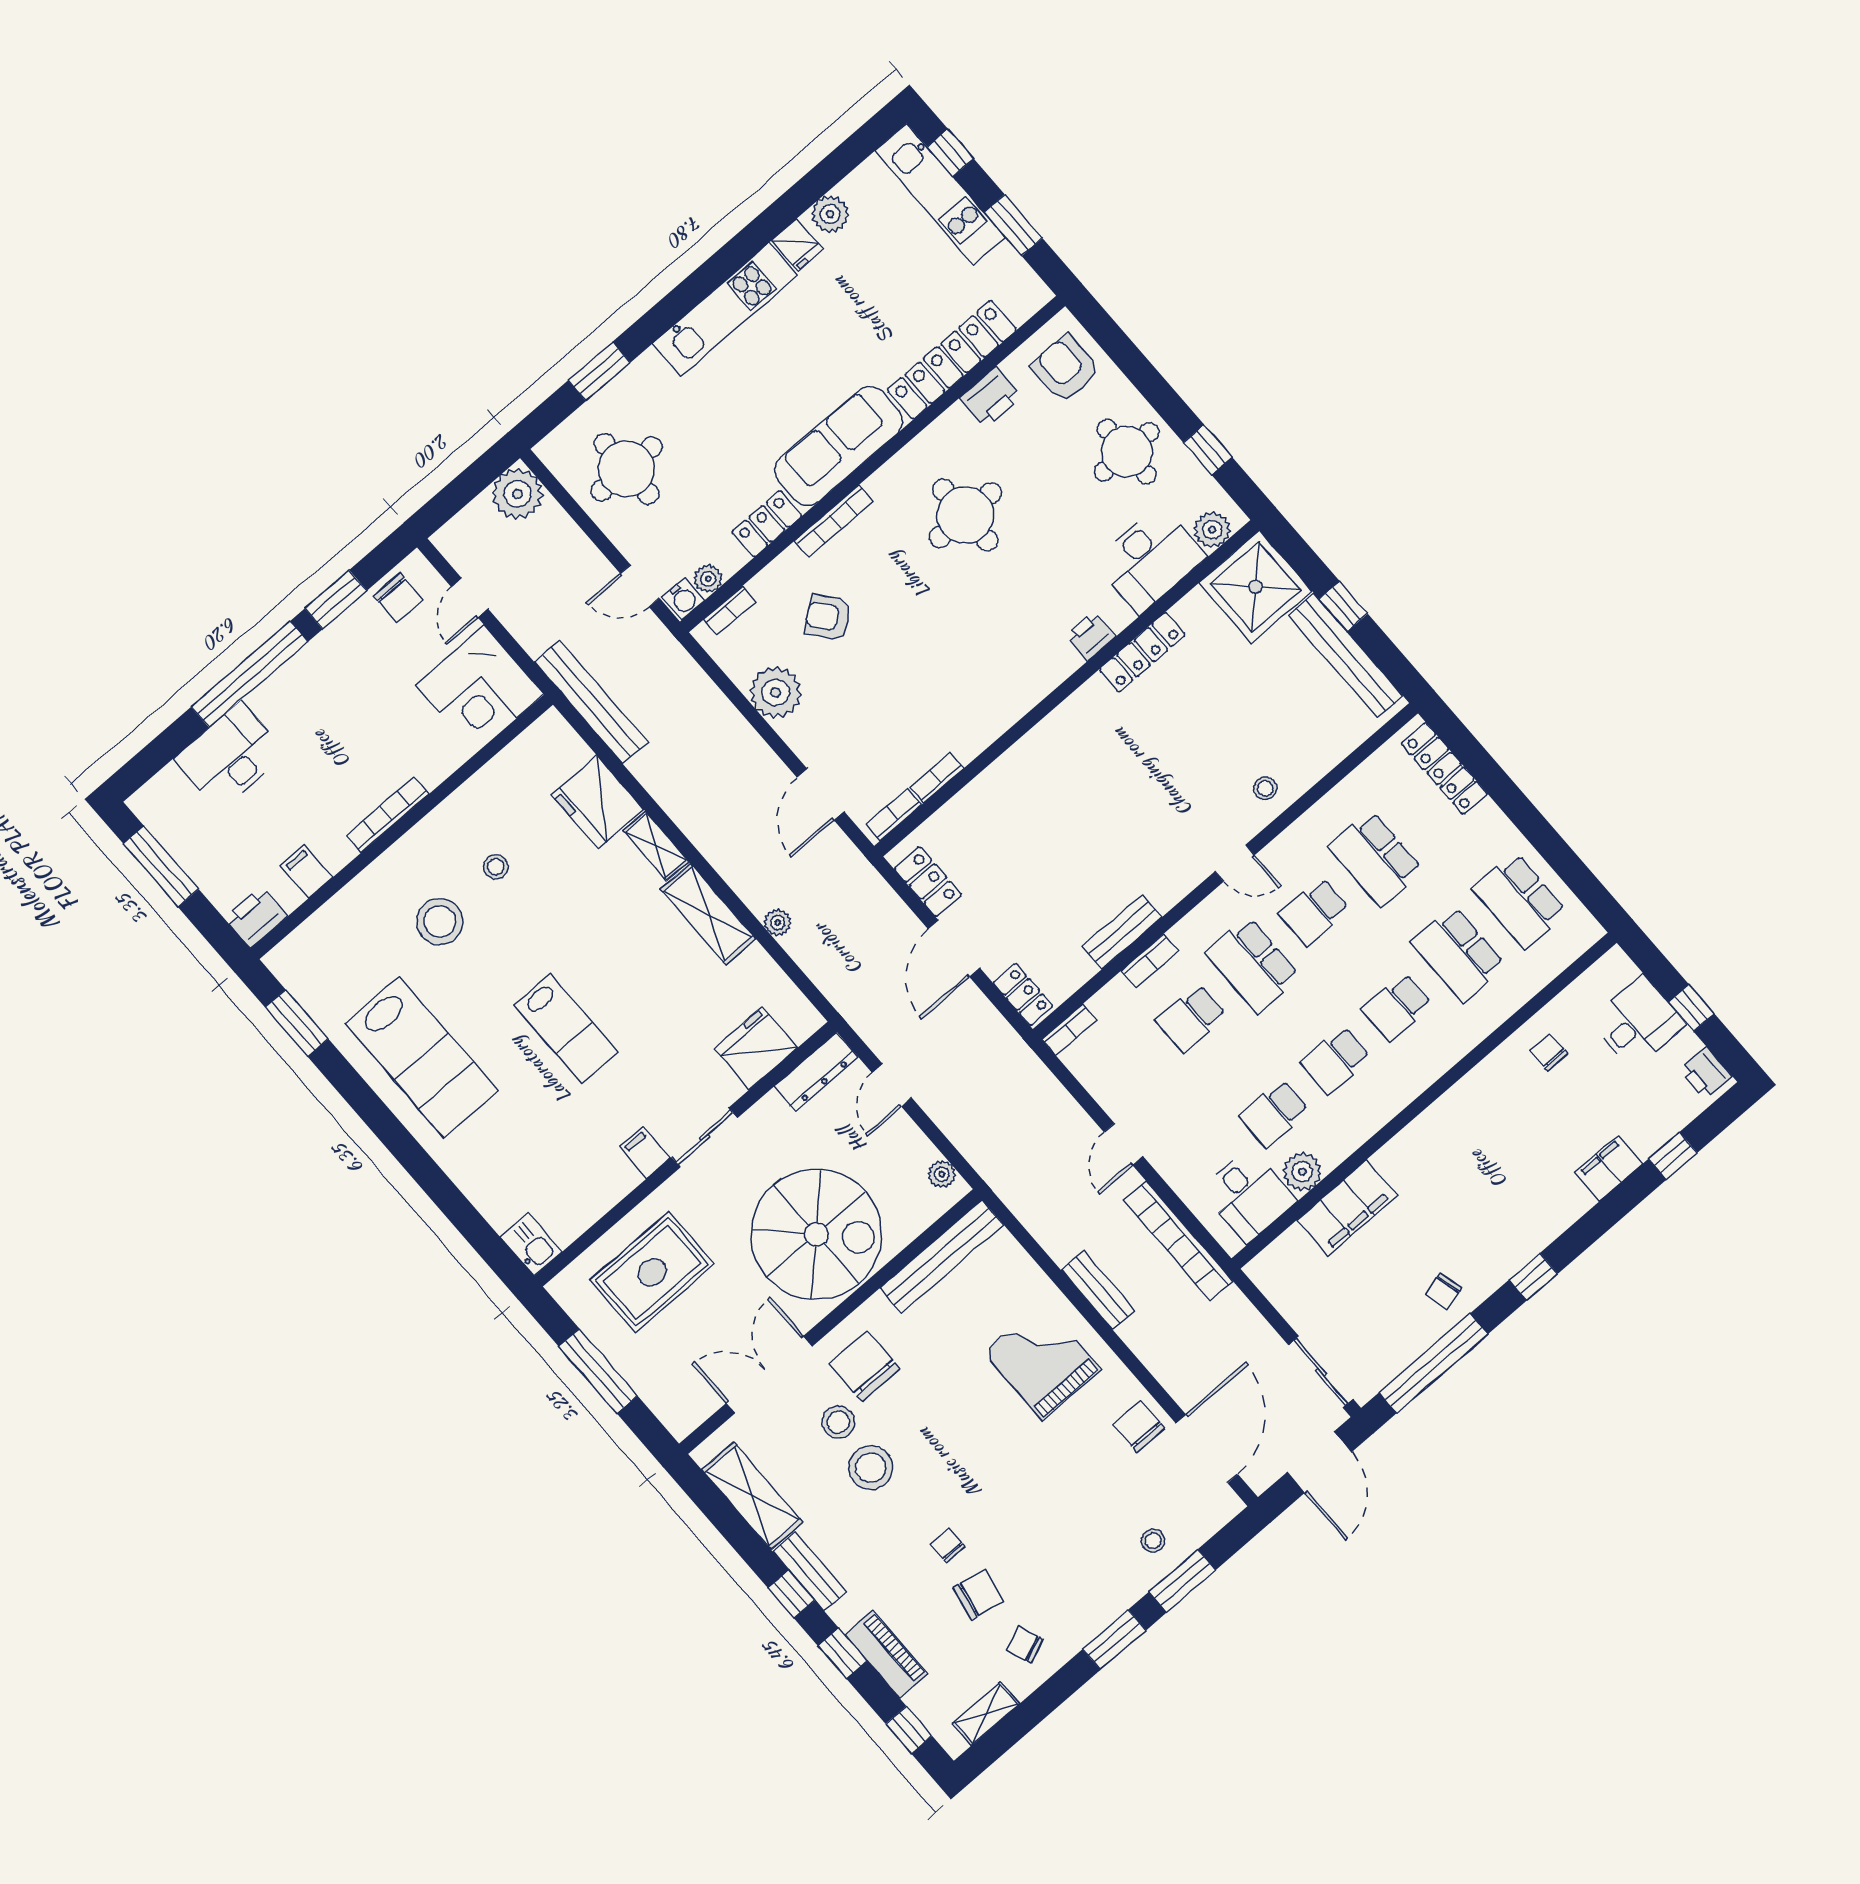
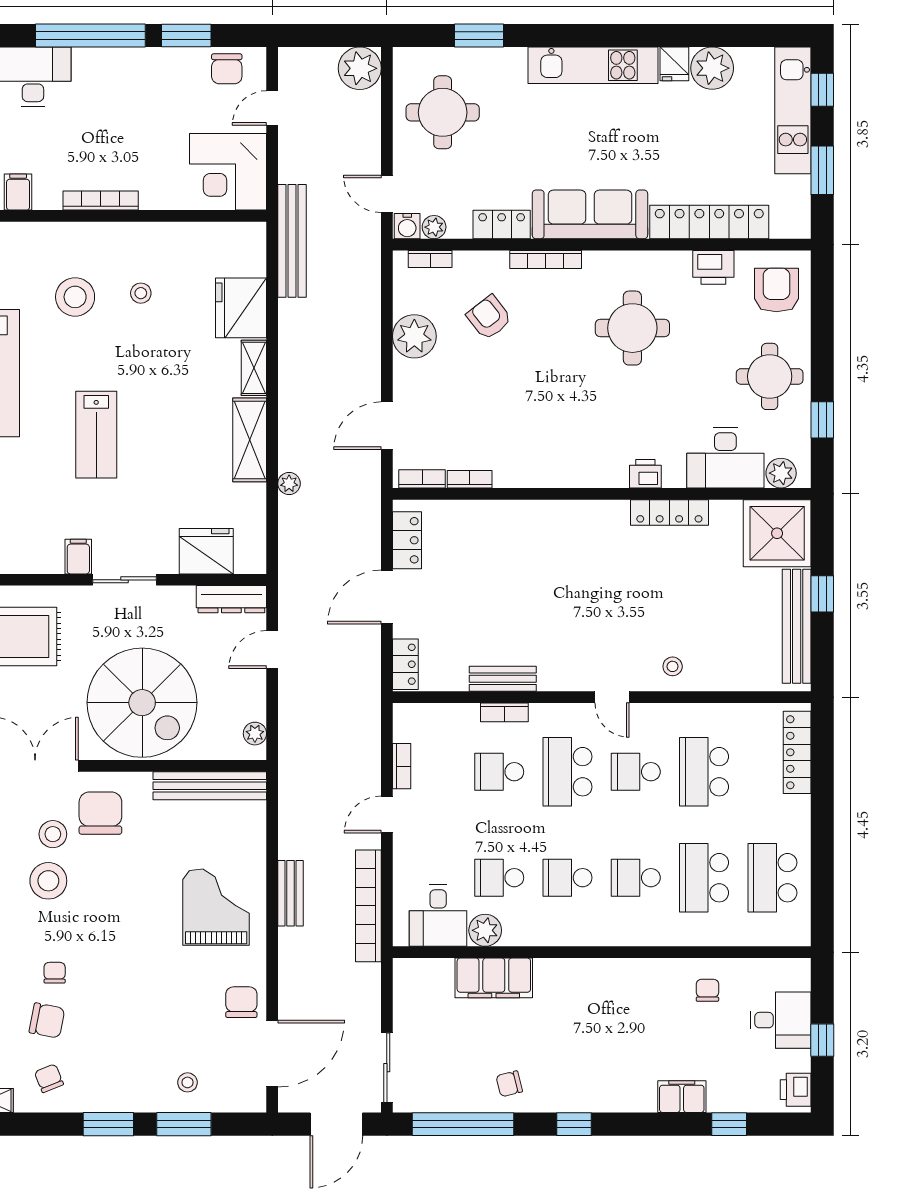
plant: (830, 214) -> (712, 68), width x1.36, depth x1.36
bookcase: (1069, 1030) -> (402, 766), moved, turned -90

